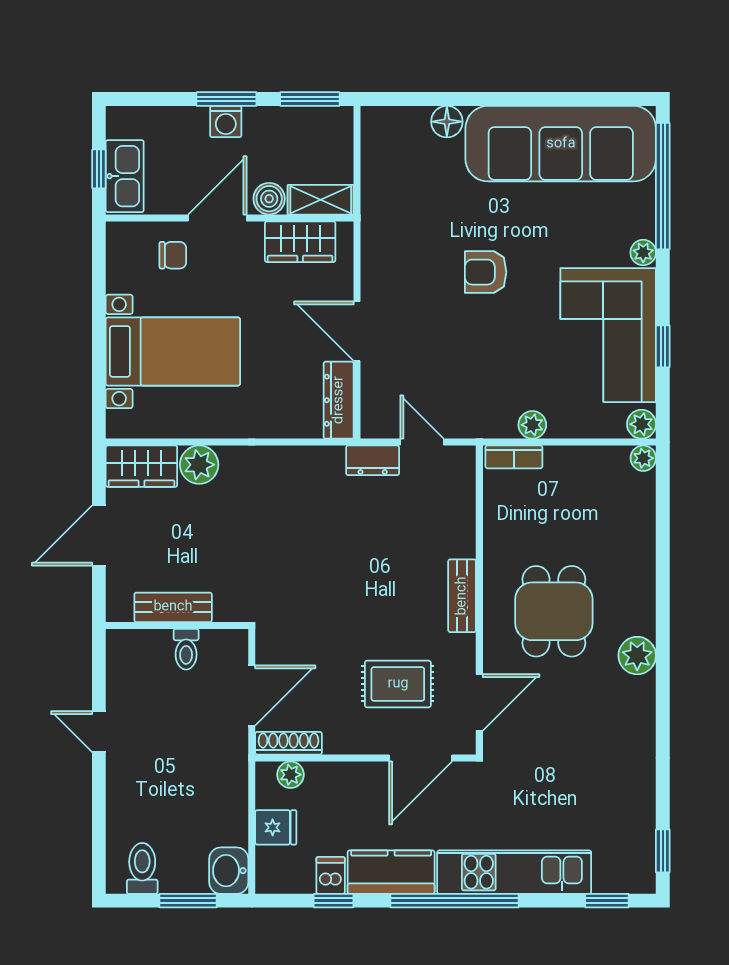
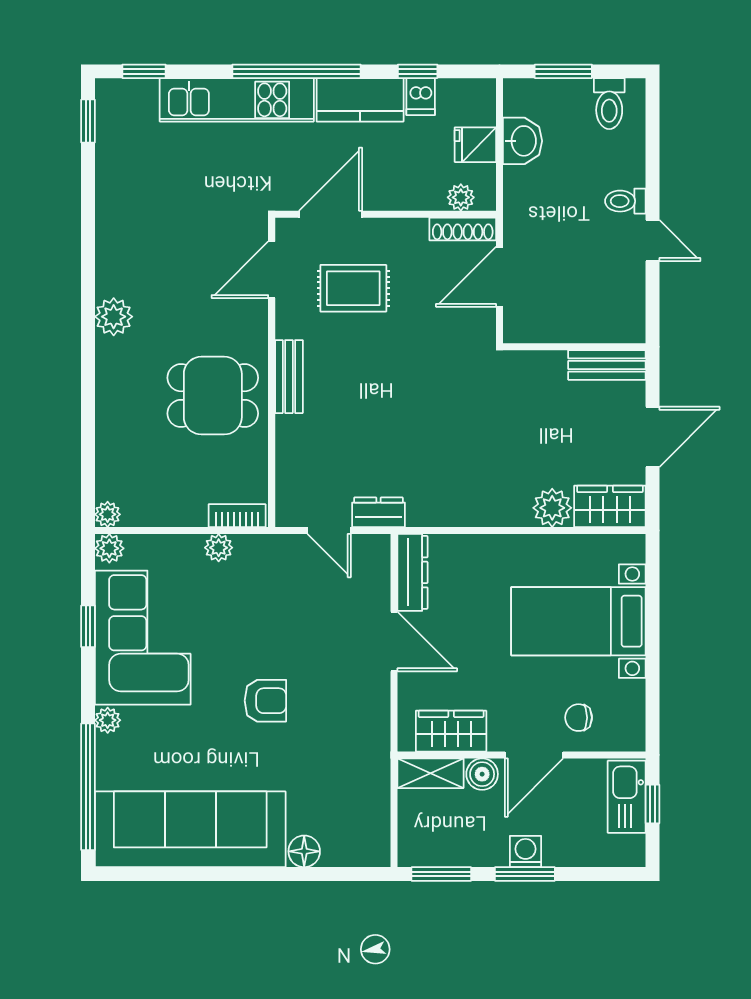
bench: (173, 607) -> (607, 365), moved
dining table: (554, 611) -> (213, 396), moved, turned 90
toilet: (186, 649) -> (625, 201), moved, turned -90
washbasin: (229, 871) -> (523, 141), moved

